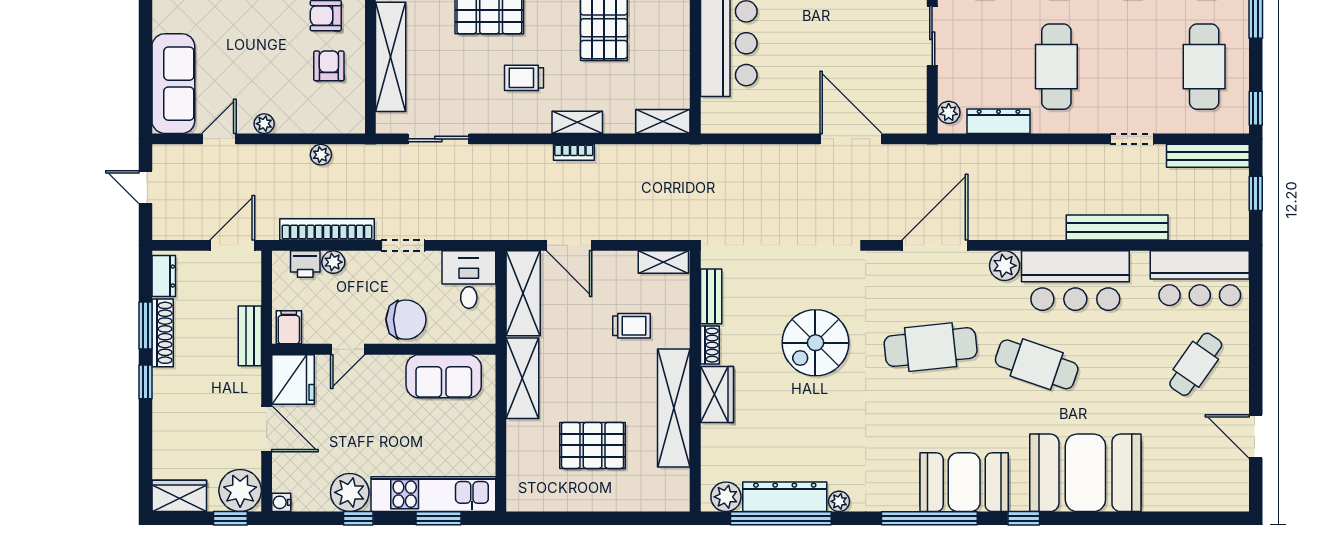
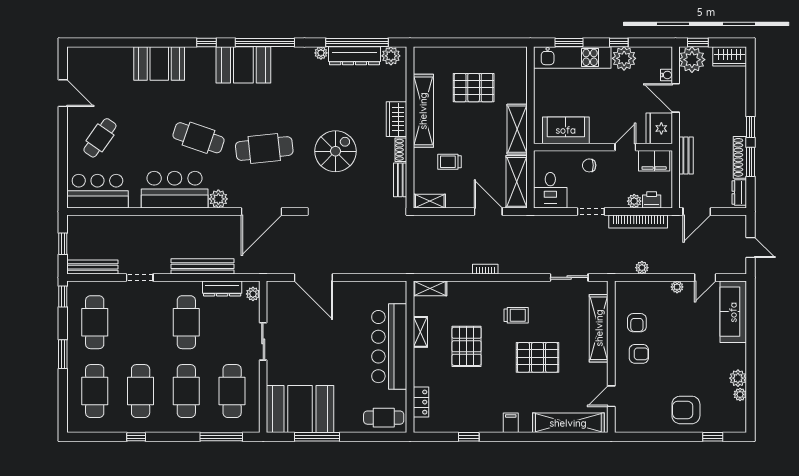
shelving: (577, 122) -> (420, 332), moved, turned 90
bench: (1117, 227) -> (203, 266), moved
chair: (406, 320) -> (589, 165), width x0.54, depth x0.54
filing cabinet: (289, 327) -> (654, 161), width x2.00
booth: (1085, 473) -> (159, 63), width x0.73, depth x0.70
water cooler: (281, 502) -> (666, 75), moved

